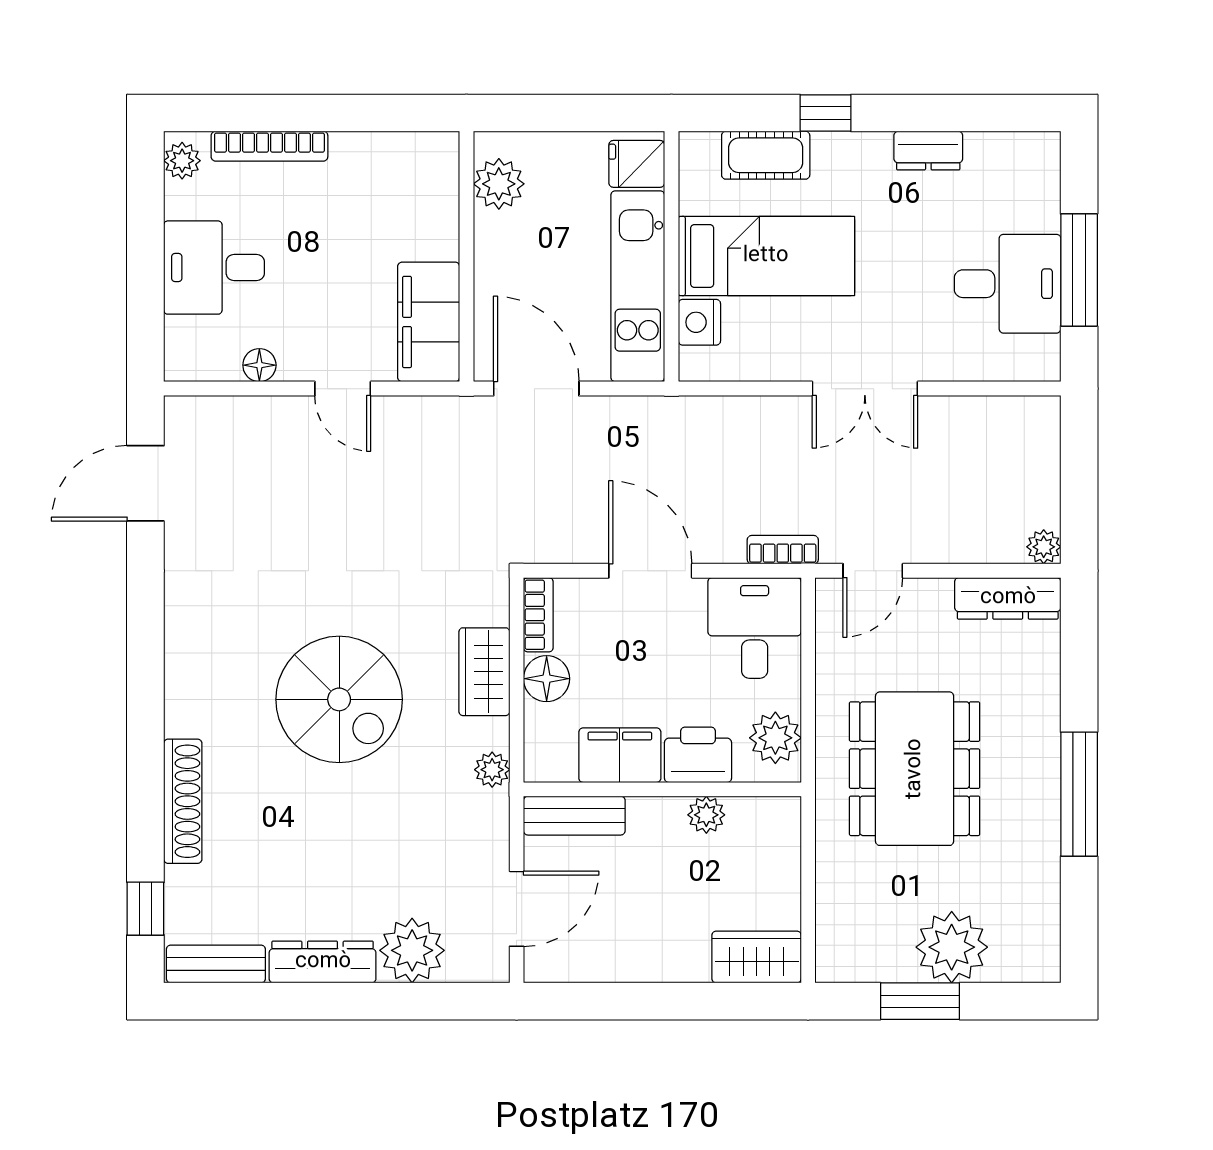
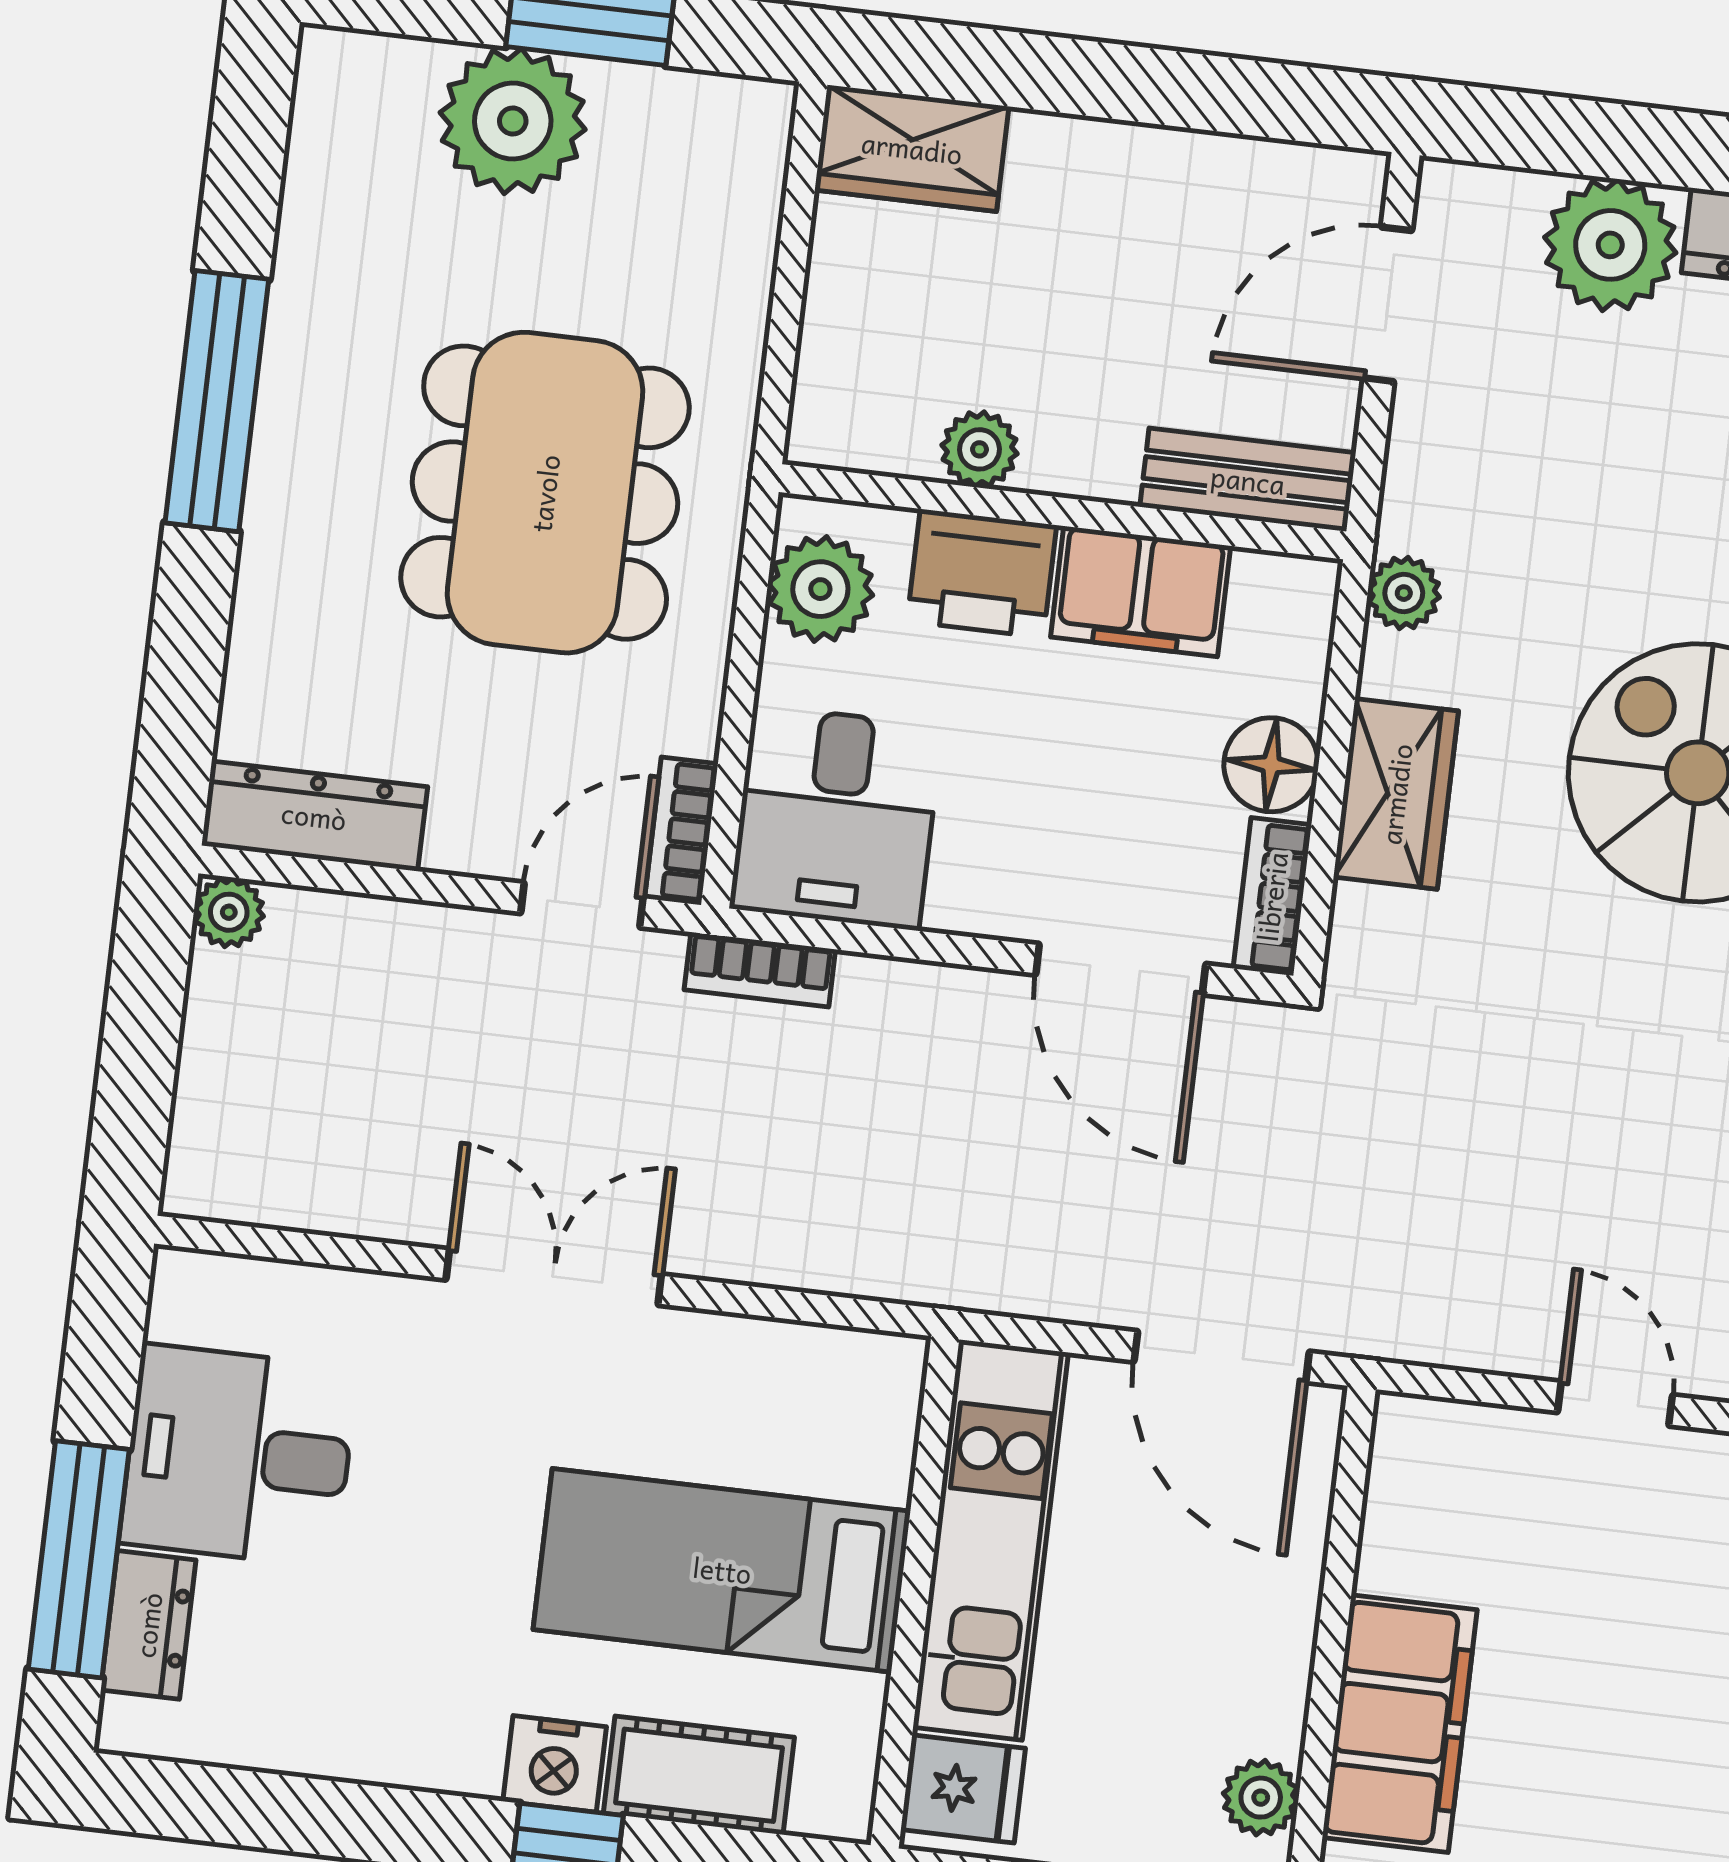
dresser: (928, 151) -> (148, 1625), moved, turned 90
plant: (499, 184) -> (1261, 1798), width x0.73, depth x0.73
window: (1079, 270) -> (79, 1559), moved
filing cabinet: (429, 322) -> (1400, 1724), moved
nightstand: (699, 322) -> (555, 1764), moved, turned 90
door: (650, 571) -> (1121, 969), moved
bookcase: (829, 612) -> (681, 831), added

